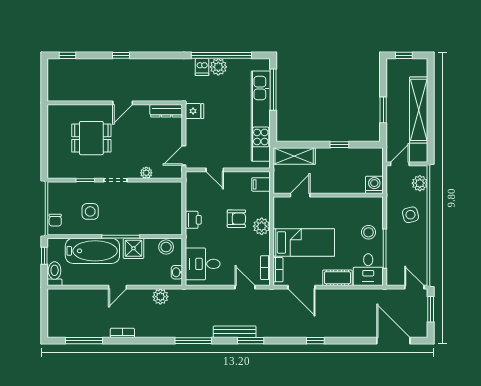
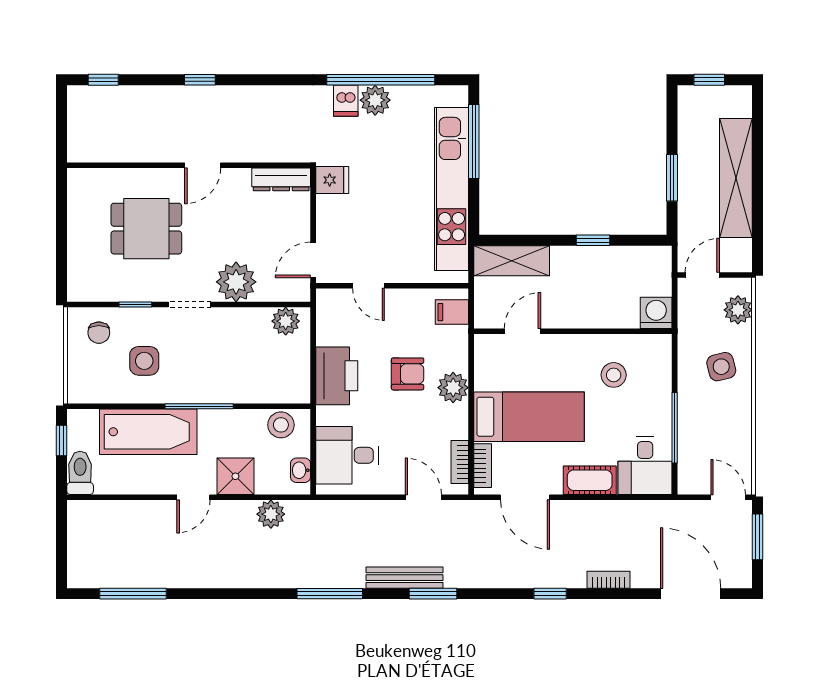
plant: (146, 173) -> (236, 282), width x1.88, depth x1.88
plant: (169, 189) -> (286, 321), added
chair: (55, 220) -> (99, 333), moved
printer: (193, 220) -> (337, 376), width x1.87, depth x1.48
stool: (368, 232) -> (614, 375), moved
shower: (133, 248) -> (235, 476), moved
bookcase: (122, 333) -> (608, 580), moved

